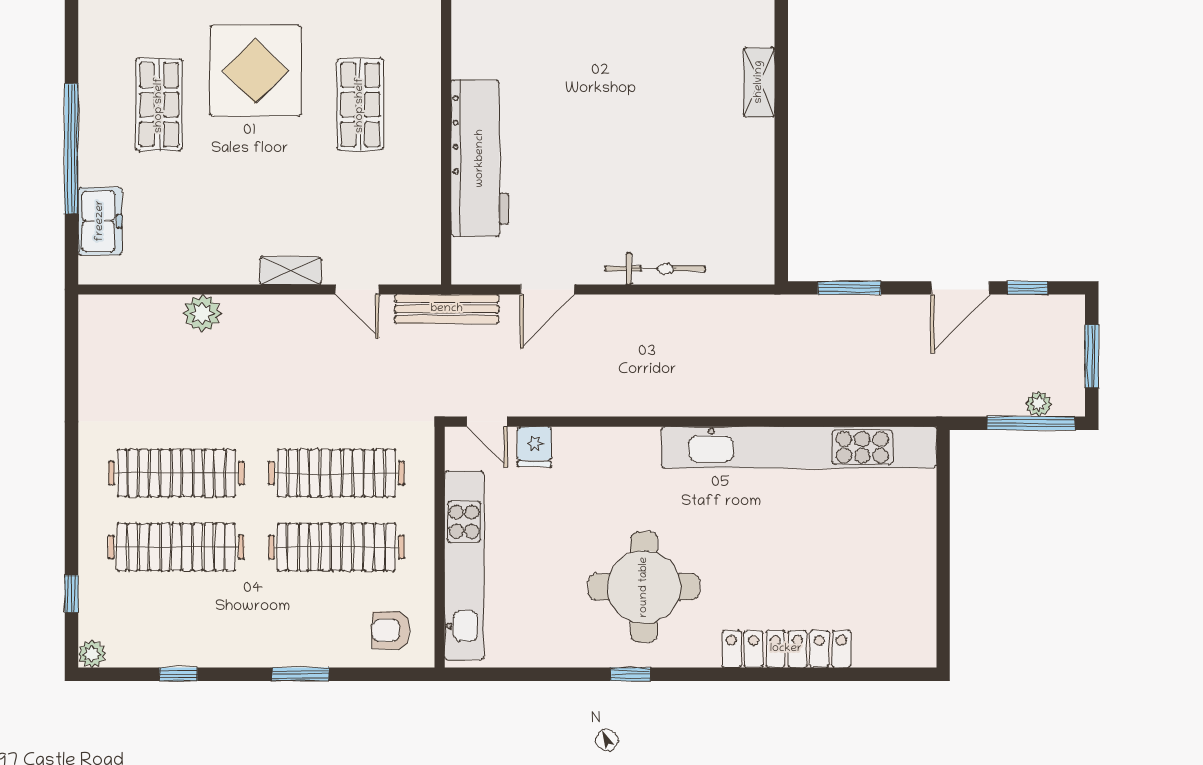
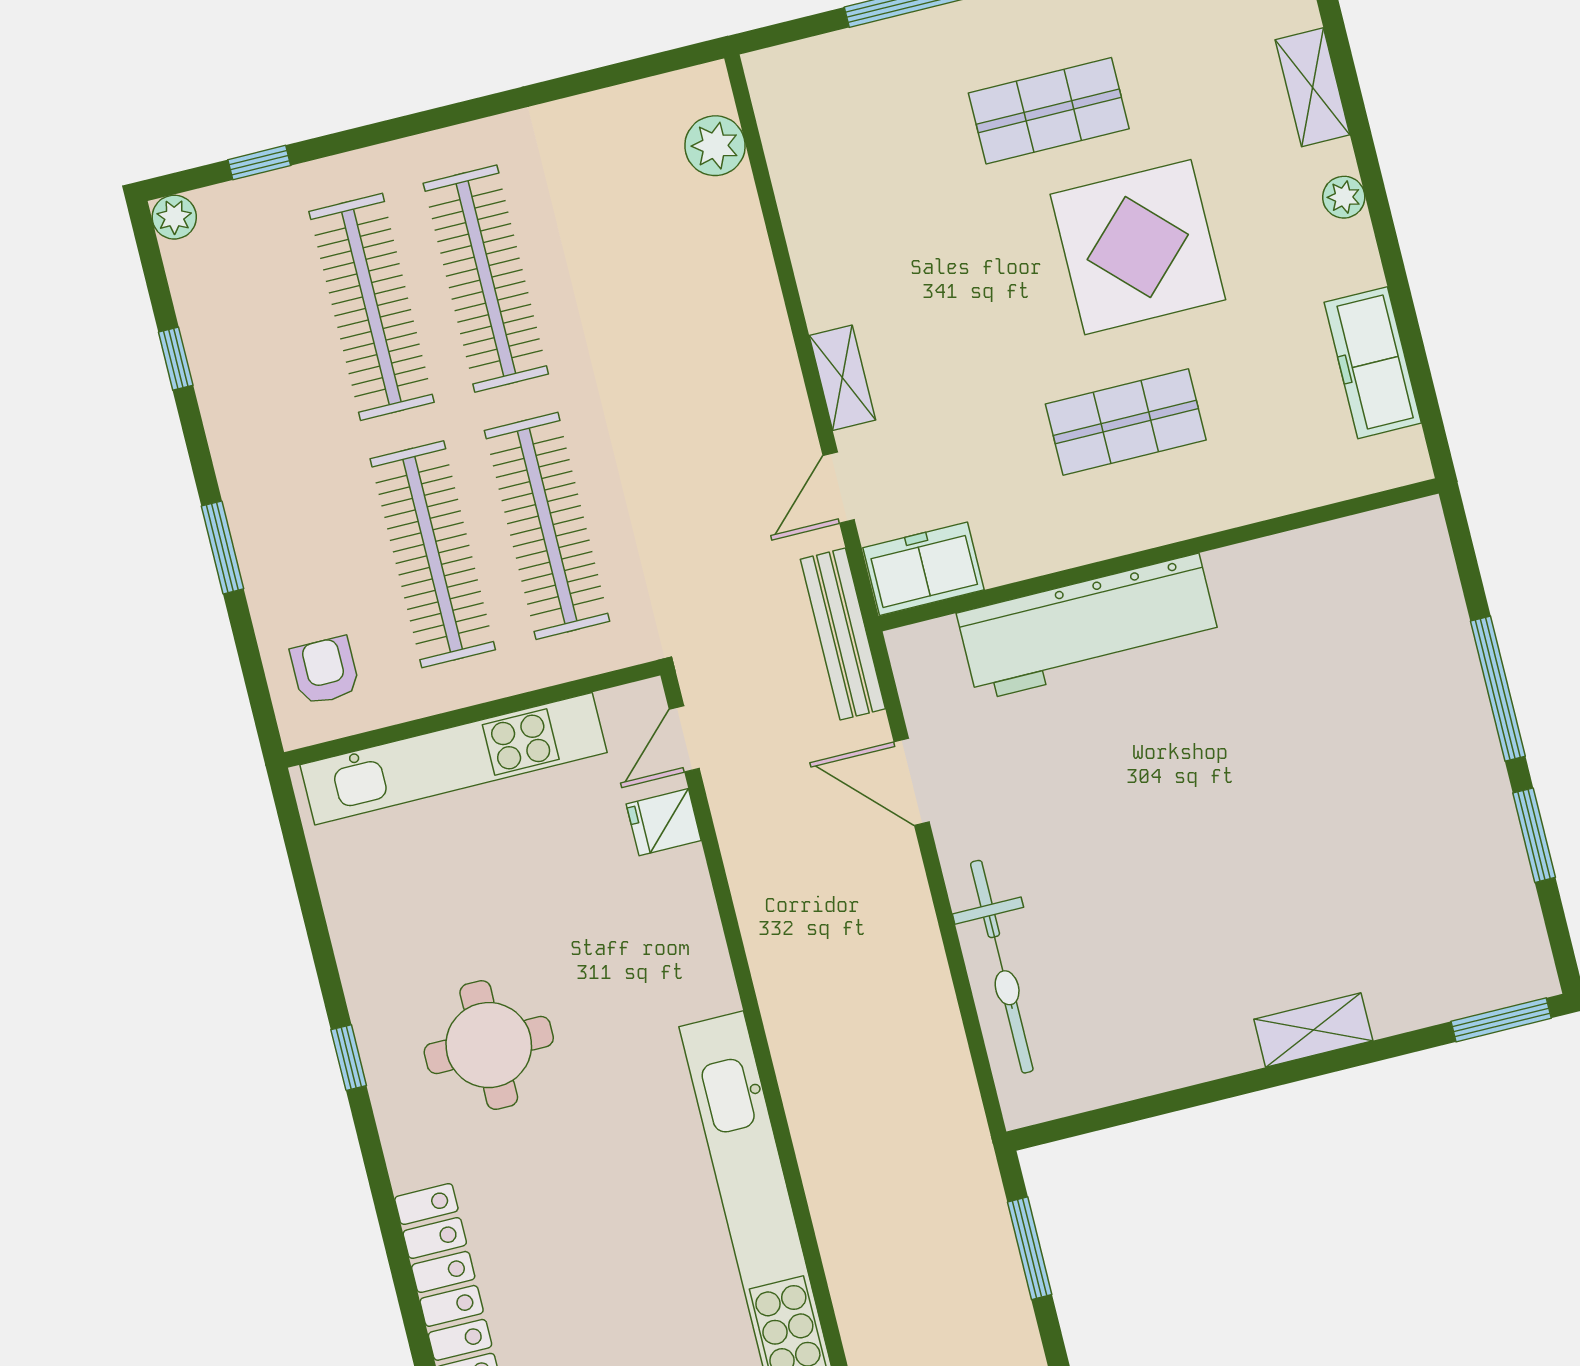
freezer: (100, 221) -> (923, 569), moved, turned 180
bicycle: (655, 269) -> (1002, 967), width x1.37, depth x1.40
plant: (202, 313) -> (715, 146), moved
round table: (644, 587) -> (489, 1045), width x0.73, depth x0.73

